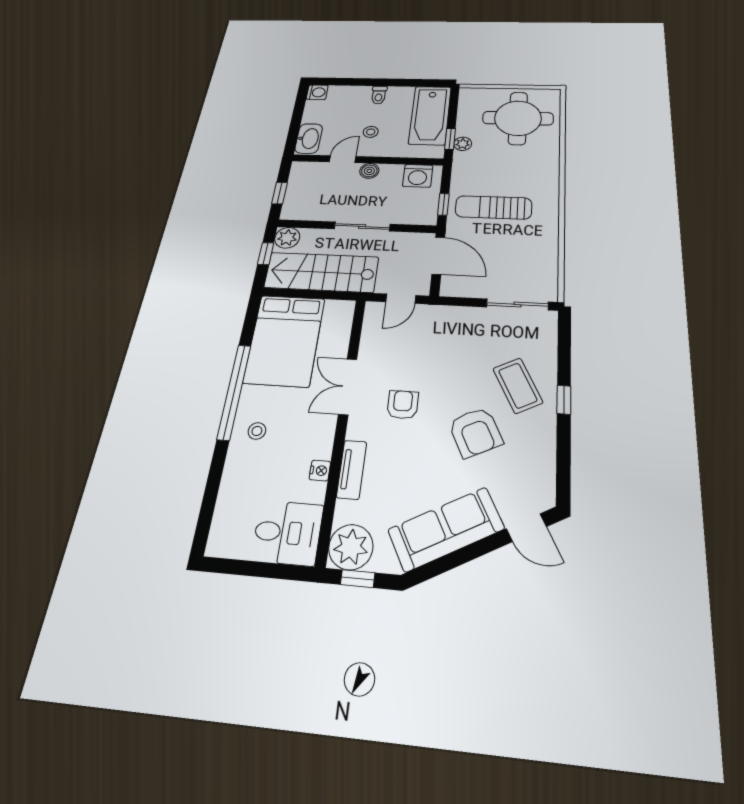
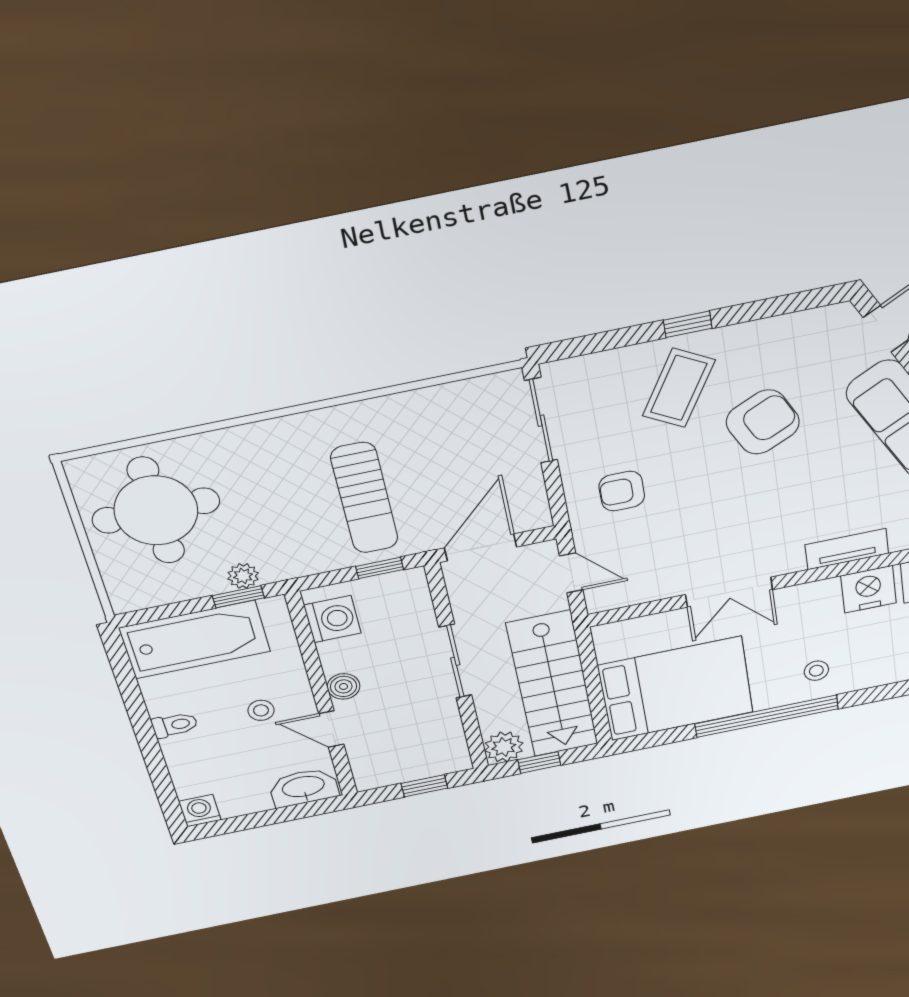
coffee table: (518, 386) -> (679, 388), turned -33
armchair: (403, 405) -> (622, 491), moved
nightstand: (320, 471) -> (869, 589), width x1.89, depth x1.79

